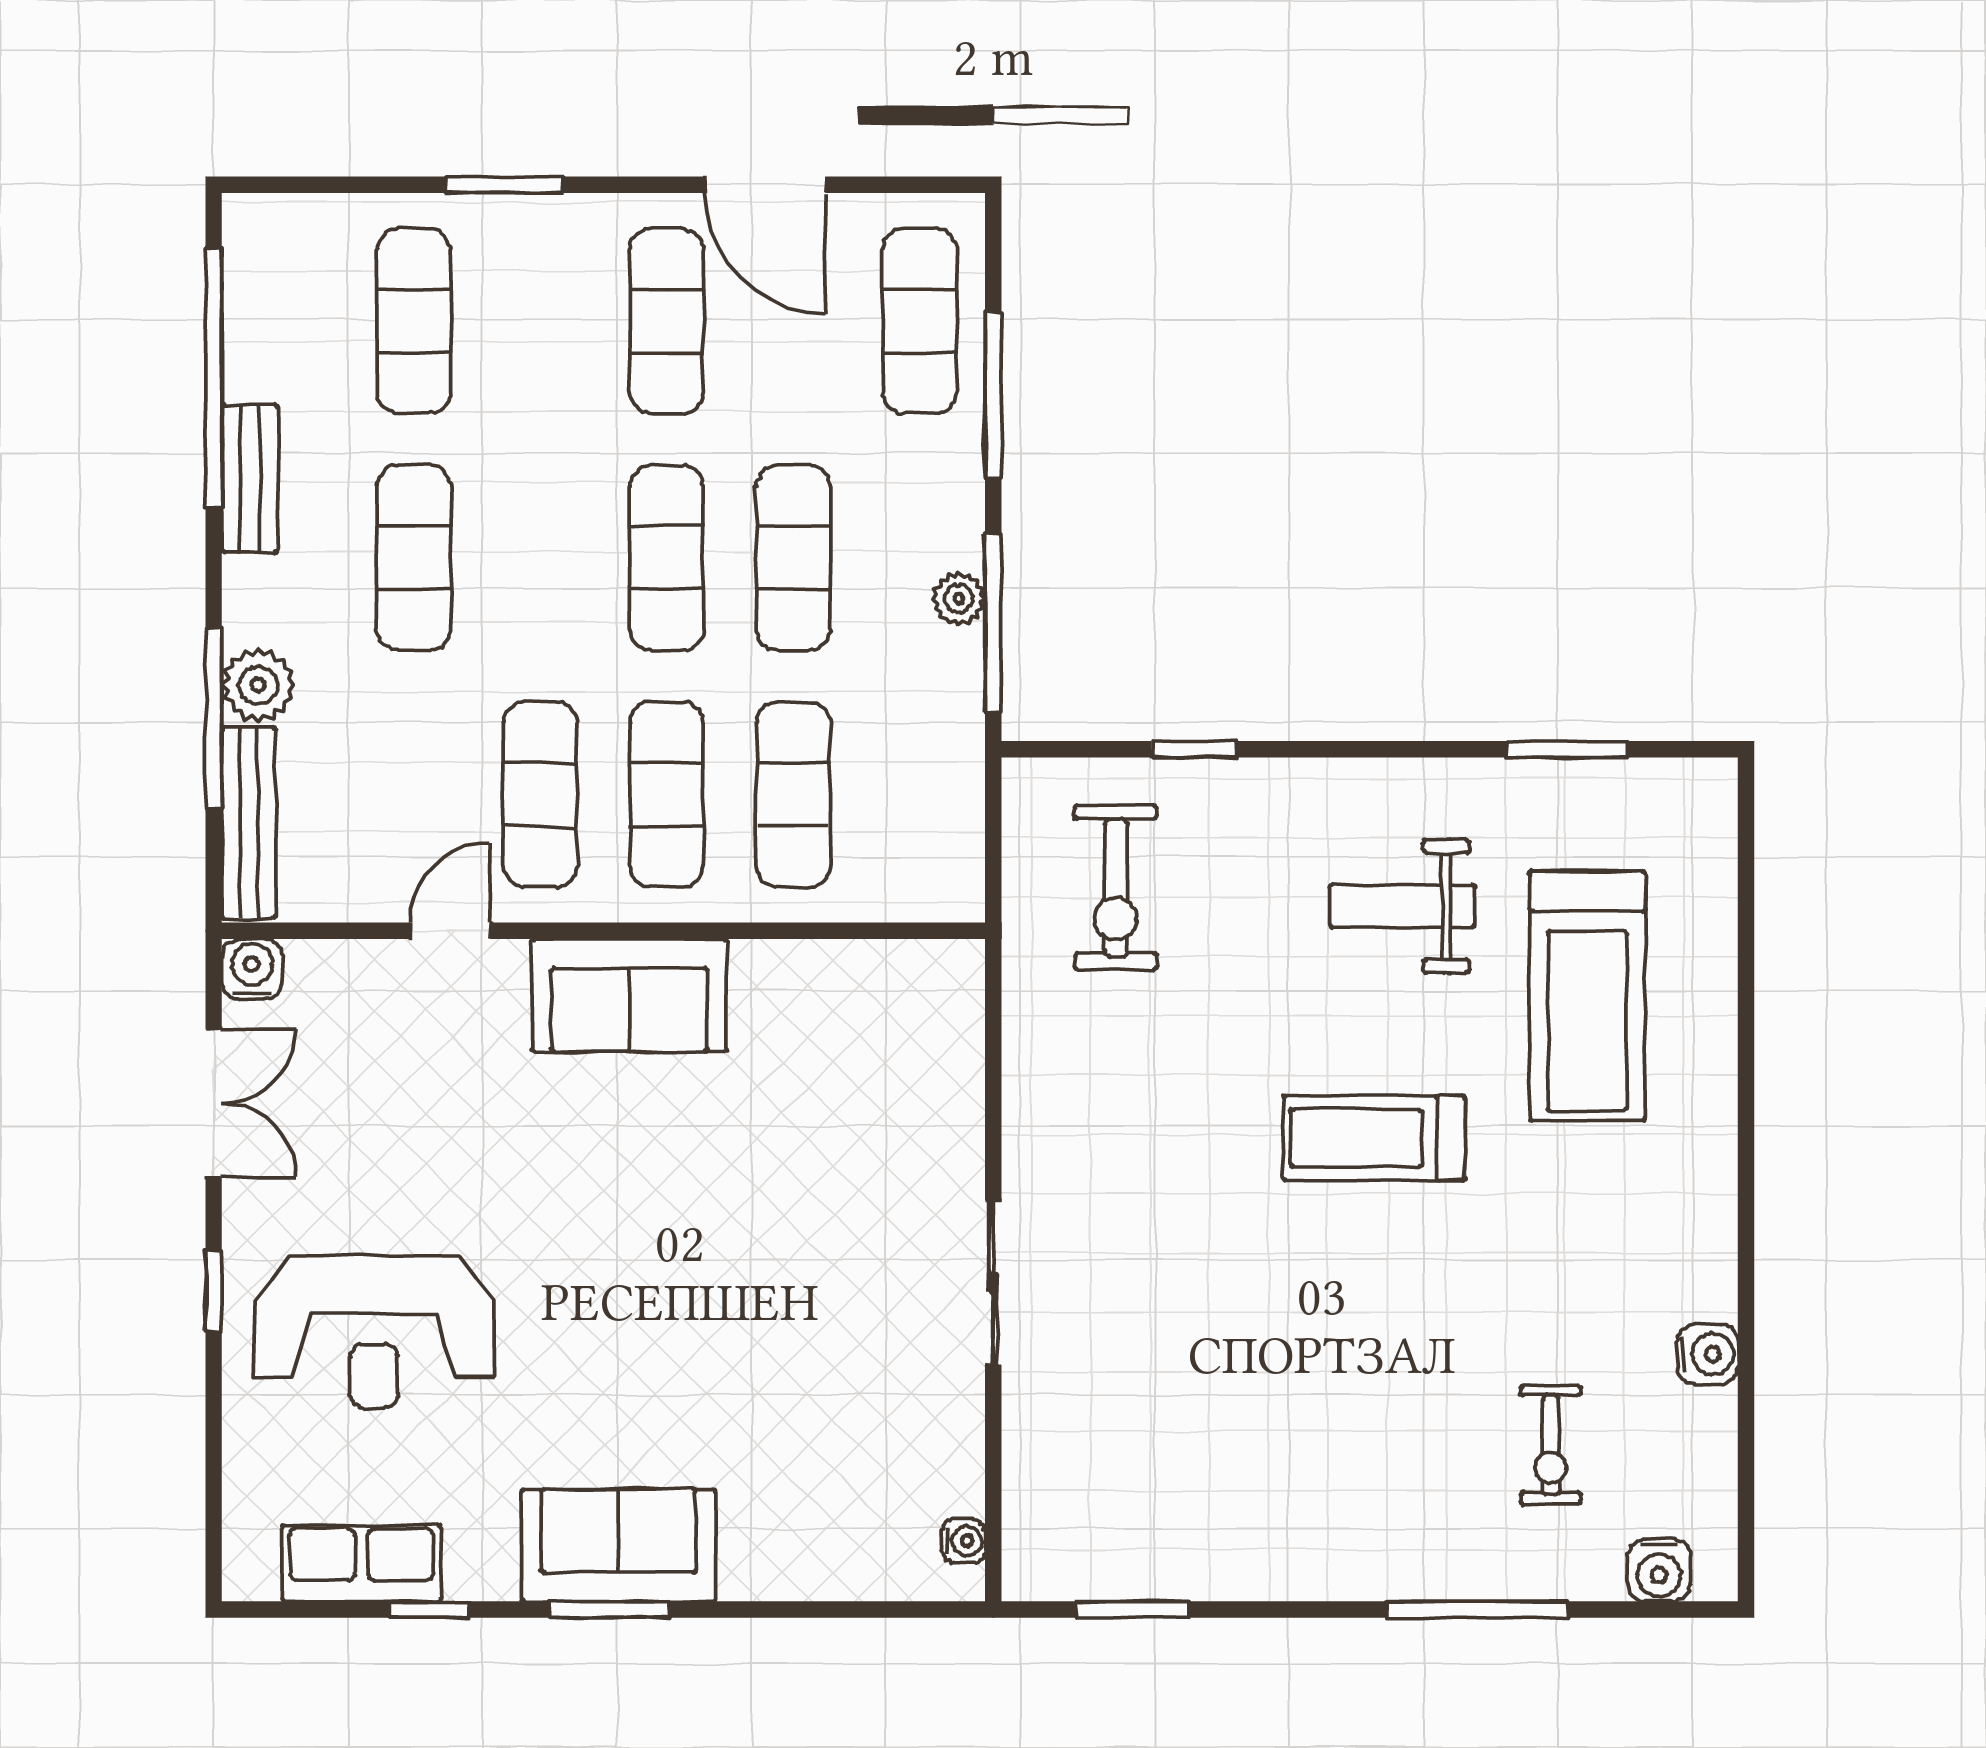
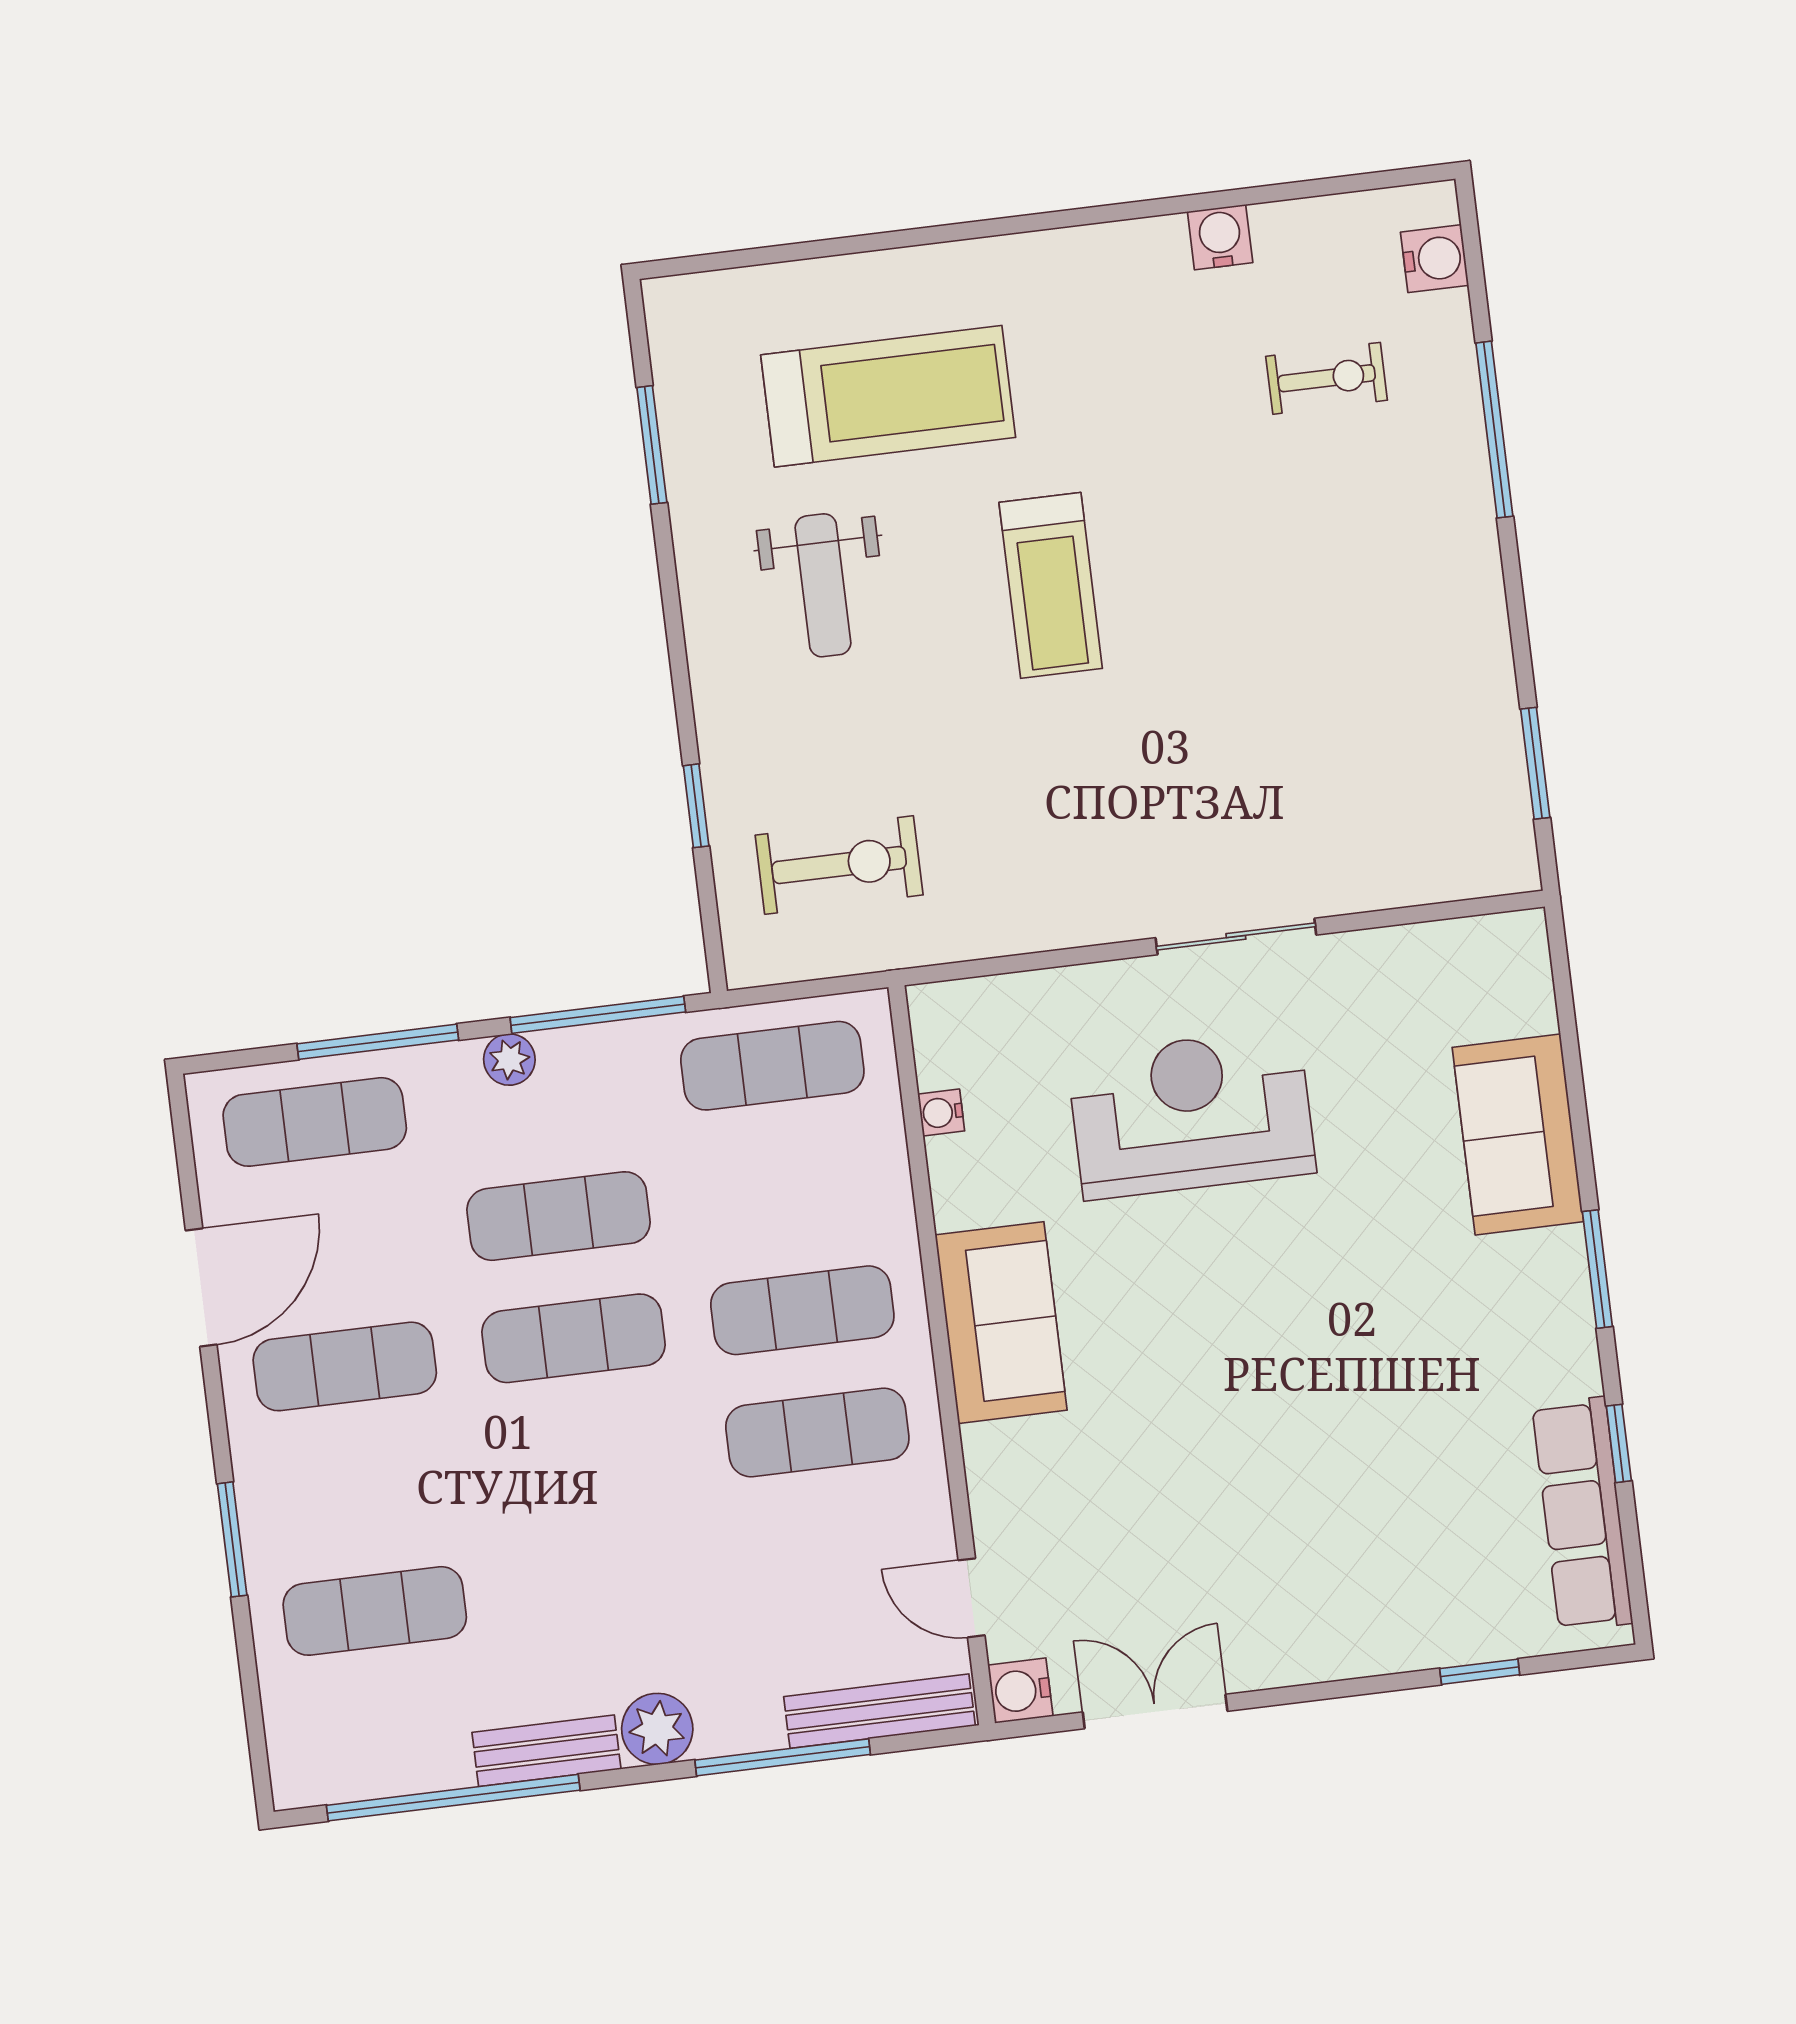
exercise mat: (414, 558) -> (604, 1583), removed
plant: (959, 599) -> (509, 1060), moved
plant: (258, 685) -> (657, 1729), moved
exercise mat: (793, 794) -> (772, 1066), moved
door: (450, 931) -> (972, 1598), moved
window: (214, 1291) -> (1480, 1672), moved
reception desk: (374, 1332) -> (1191, 1114), moved, turned -90
water cooler: (964, 1541) -> (941, 1113), moved, turned -90
sofa: (619, 1545) -> (1518, 1135), moved
row of seats: (361, 1563) -> (1582, 1514), width x1.48

